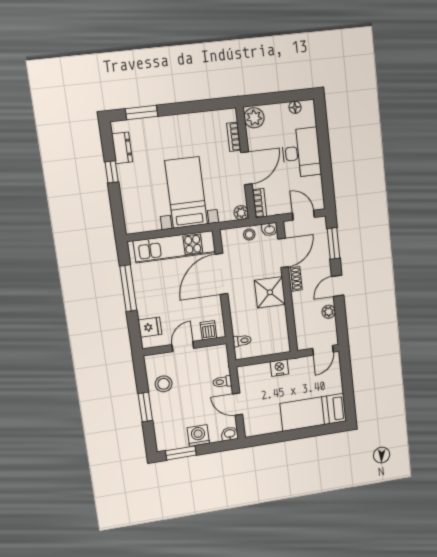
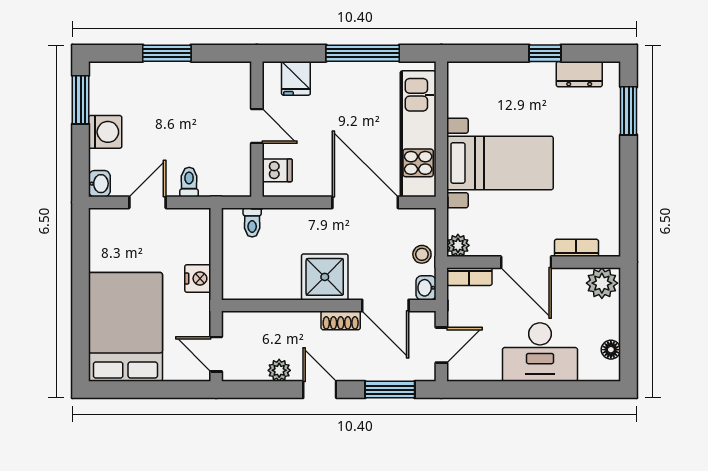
stool: (164, 384) -> (200, 87), removed
bed: (313, 412) -> (125, 327), width x1.50

